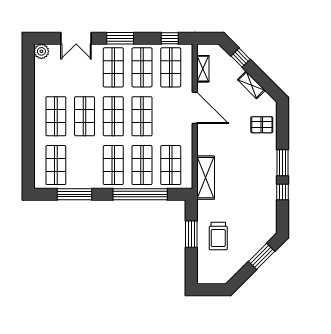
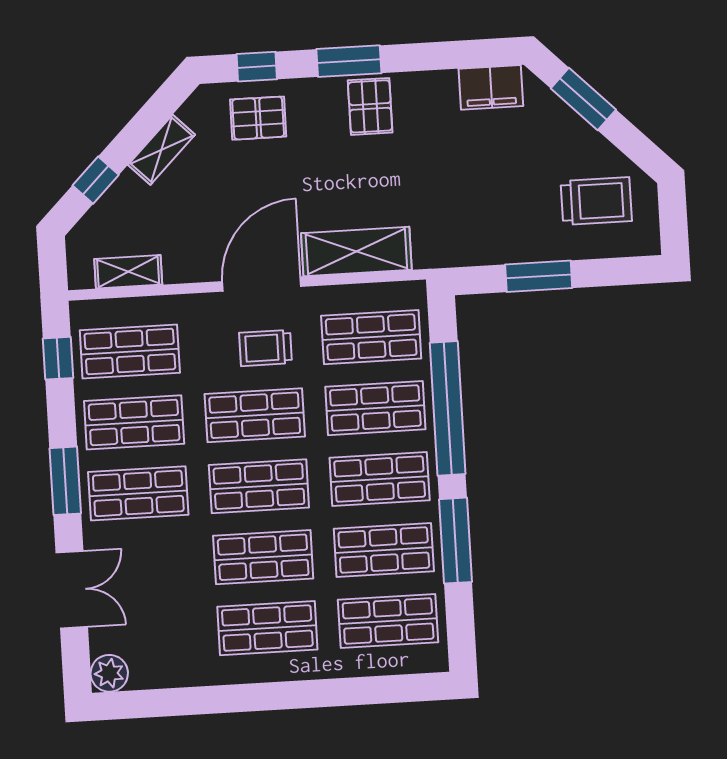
door: (195, 108) -> (262, 284), moved
trolley: (169, 122) -> (266, 348), added
pallet: (262, 125) -> (258, 118), turned 90
shop shelf: (85, 165) -> (384, 550), added
pallet: (264, 170) -> (370, 106), added
shelving: (206, 178) -> (356, 252), moved
window: (283, 192) -> (257, 67), moved
window: (75, 194) -> (455, 541), moved
filing cabinet: (269, 219) -> (491, 87), added
trolley: (218, 236) -> (596, 201), moved

